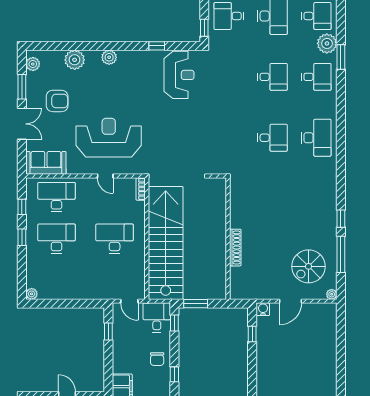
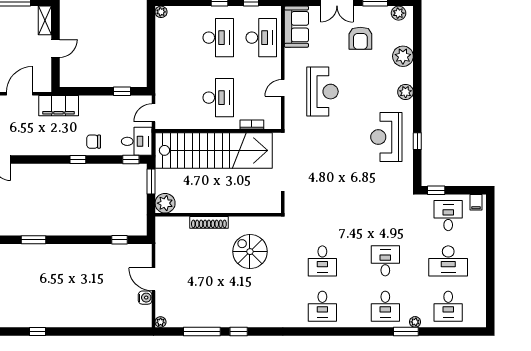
plant: (327, 43) -> (415, 322), width x0.53, depth x0.53
reception desk: (179, 75) -> (386, 137), moved, turned 90
desk: (273, 77) -> (385, 261), turned 180
reception desk: (109, 138) -> (323, 92), width x0.74, depth x0.77
desk: (316, 138) -> (322, 306), width x0.73
bookcase: (141, 189) -> (252, 125), moved
spiral stairs: (309, 266) -> (250, 252), moved
plant: (217, 290) -> (165, 203), added
water cooler: (263, 309) -> (145, 298), moved

